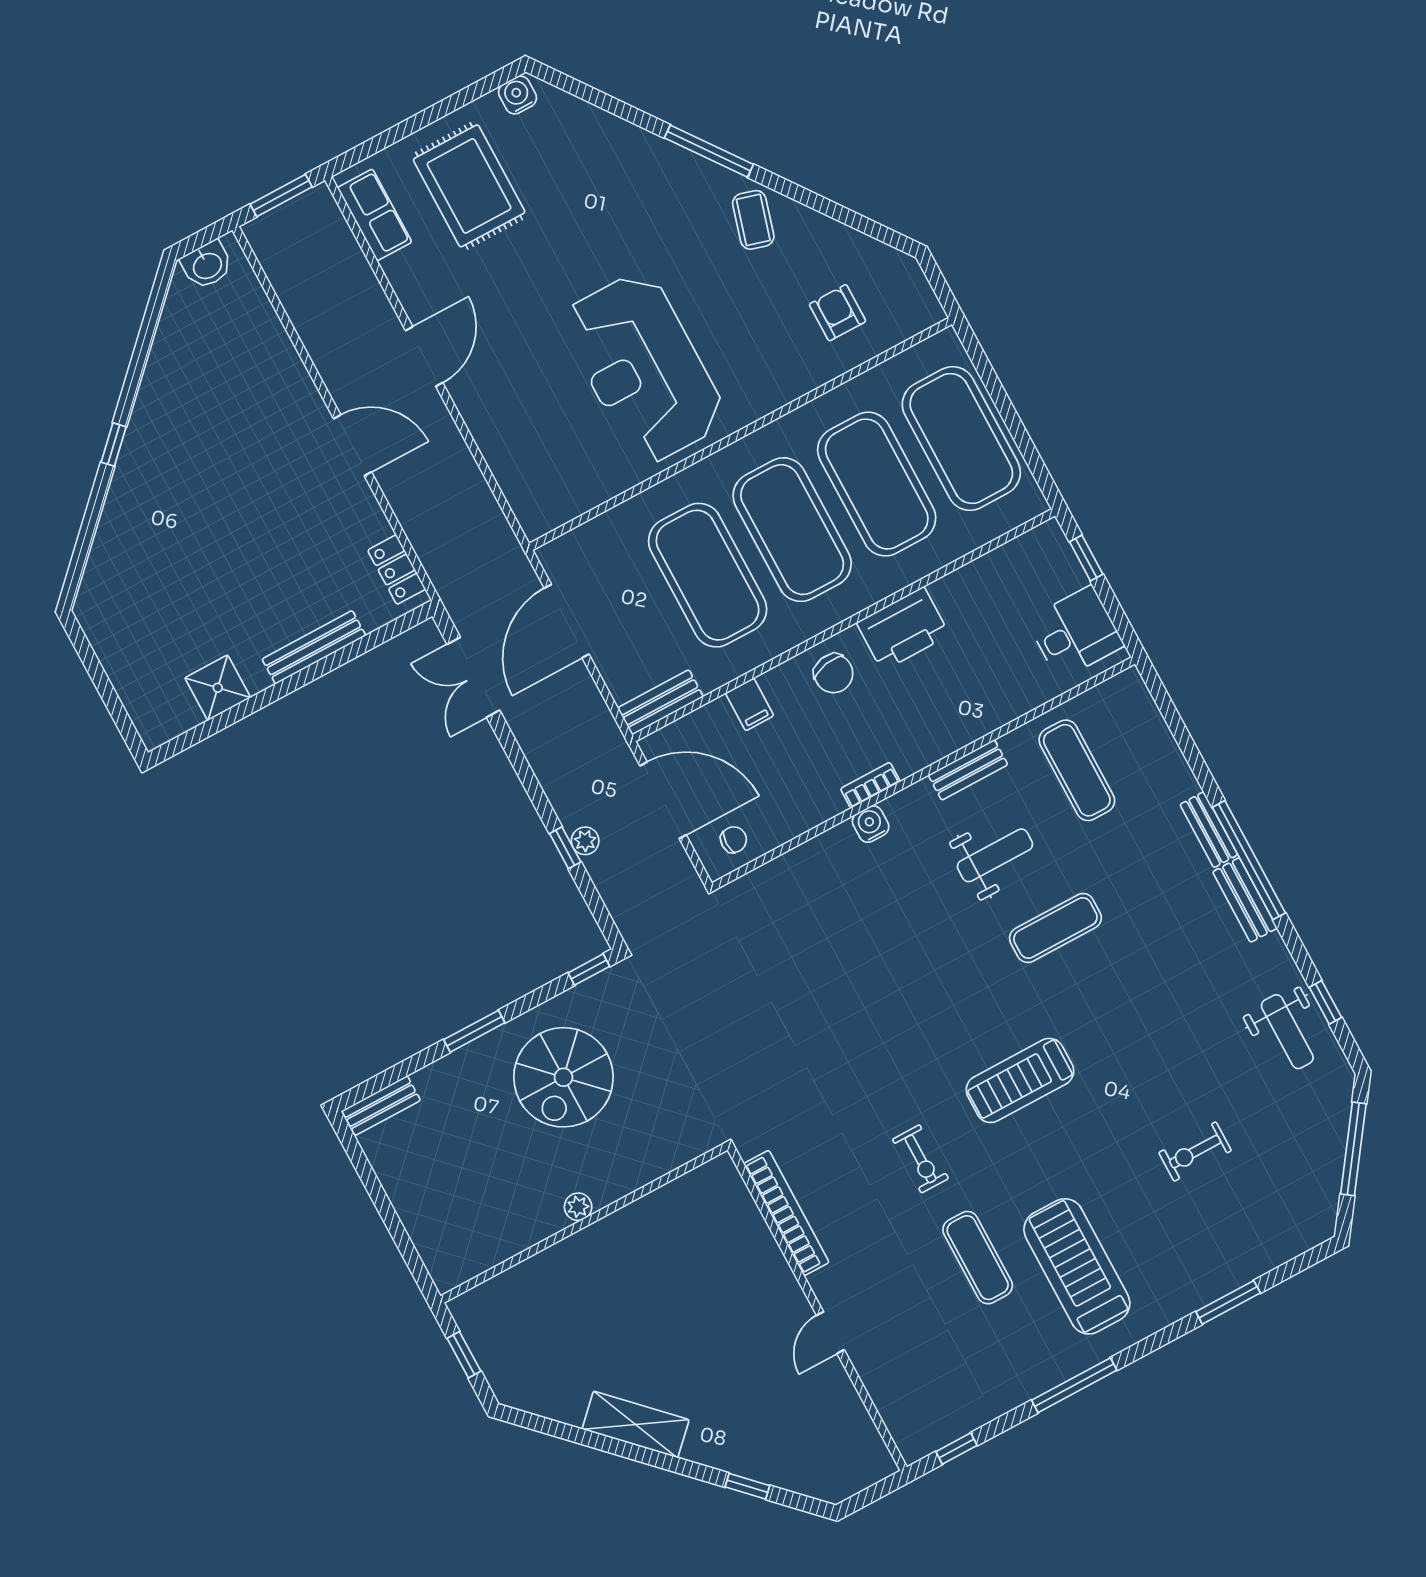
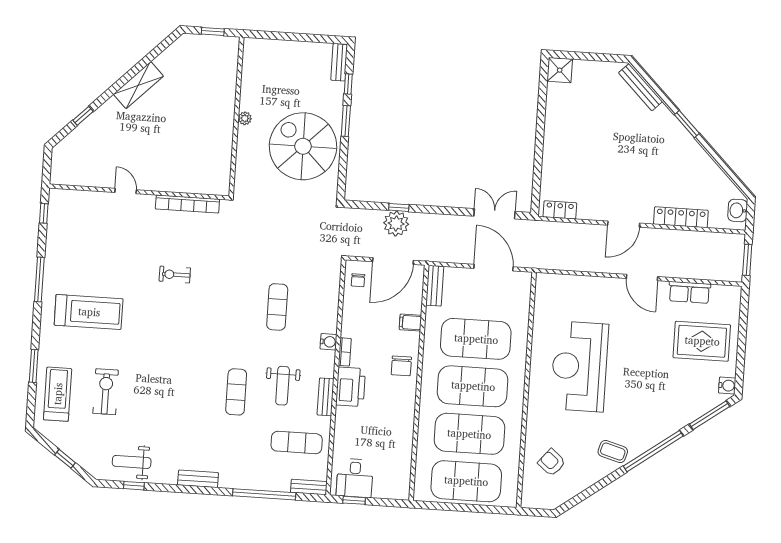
window: (587, 93) -> (710, 415), added
window: (709, 151) -> (653, 451), width x1.46
row of seats: (375, 215) -> (689, 292), moved
armchair: (838, 313) -> (552, 462), turned -140
locker: (279, 355) -> (681, 217), added
reception desk: (643, 368) -> (579, 366), turned -90
window: (114, 444) -> (687, 124), width x1.50
window: (1086, 558) -> (354, 500), moved
printer: (903, 629) -> (351, 387), moved, turned 180
bench: (314, 647) -> (640, 87), moved, turned -45
chair: (834, 673) -> (401, 366), turned -79
shower: (218, 688) -> (560, 70), moved
bench: (1209, 830) -> (309, 487), moved
plant: (585, 841) -> (396, 224), width x1.87, depth x1.87
window: (1249, 860) -> (264, 494), moved
window: (589, 970) -> (348, 84), moved
spiral stairs: (563, 1077) -> (303, 146), width x1.37, depth x1.37
treadmill: (1020, 1080) -> (58, 394), moved
window: (1353, 1149) -> (65, 459), width x0.46
exercise bike: (1195, 1152) -> (106, 392), width x1.38, depth x1.39
exercise mat: (978, 1258) -> (277, 307), moved, turned 90

